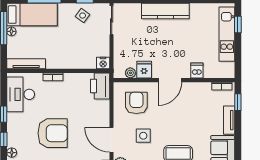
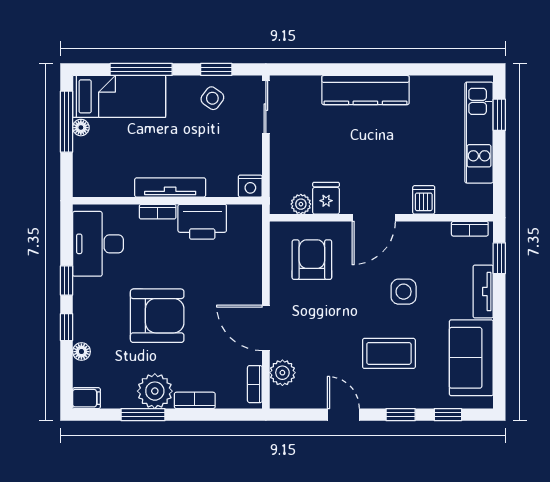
tv unit: (26, 64) -> (170, 187), moved
printer: (100, 86) -> (202, 222), moved, turned -90
side table: (143, 136) -> (404, 292), moved

